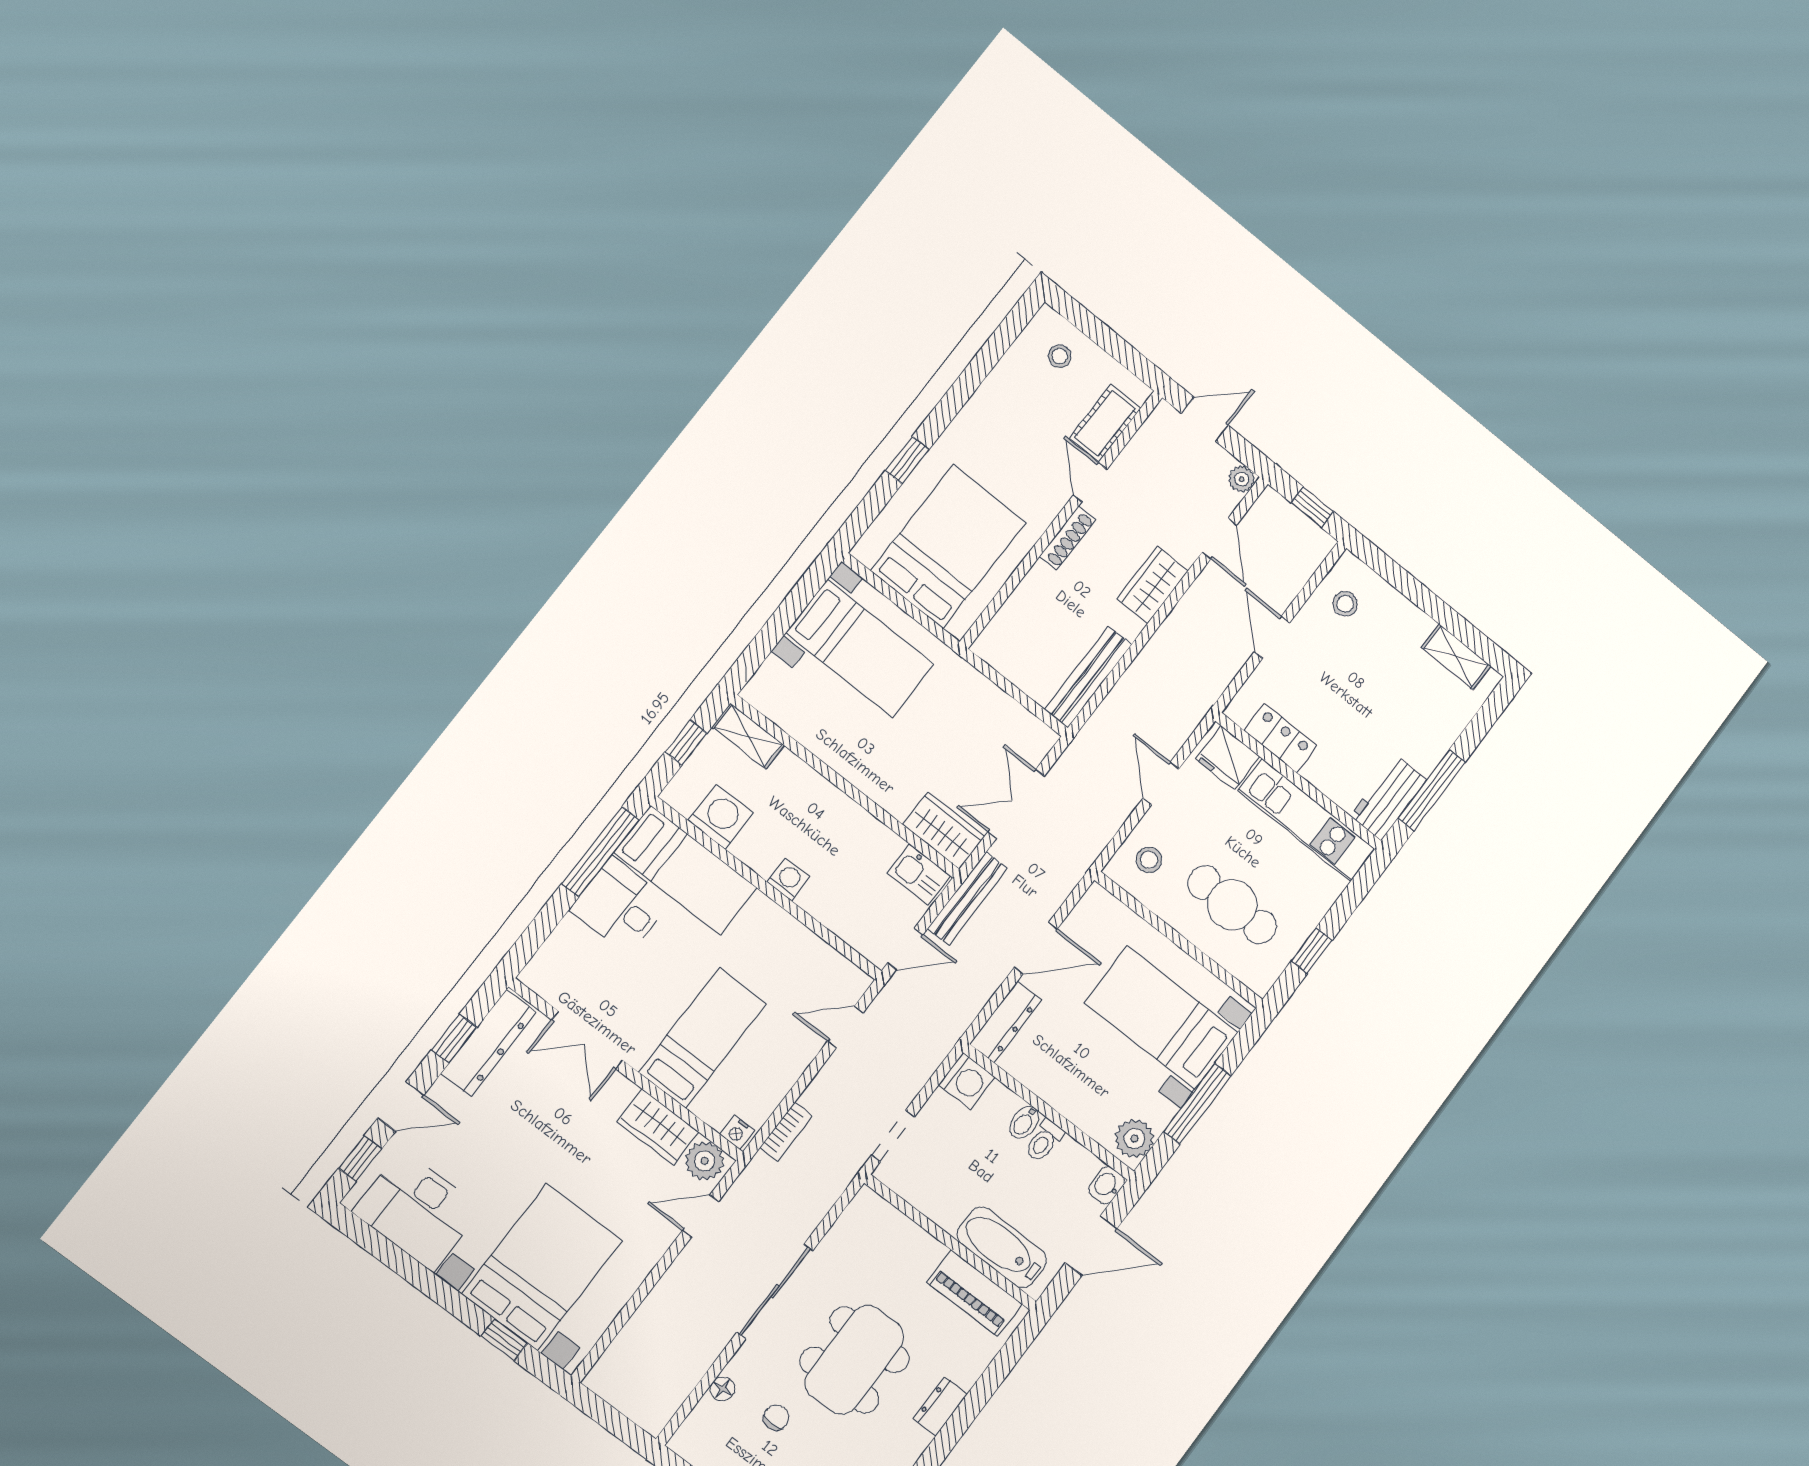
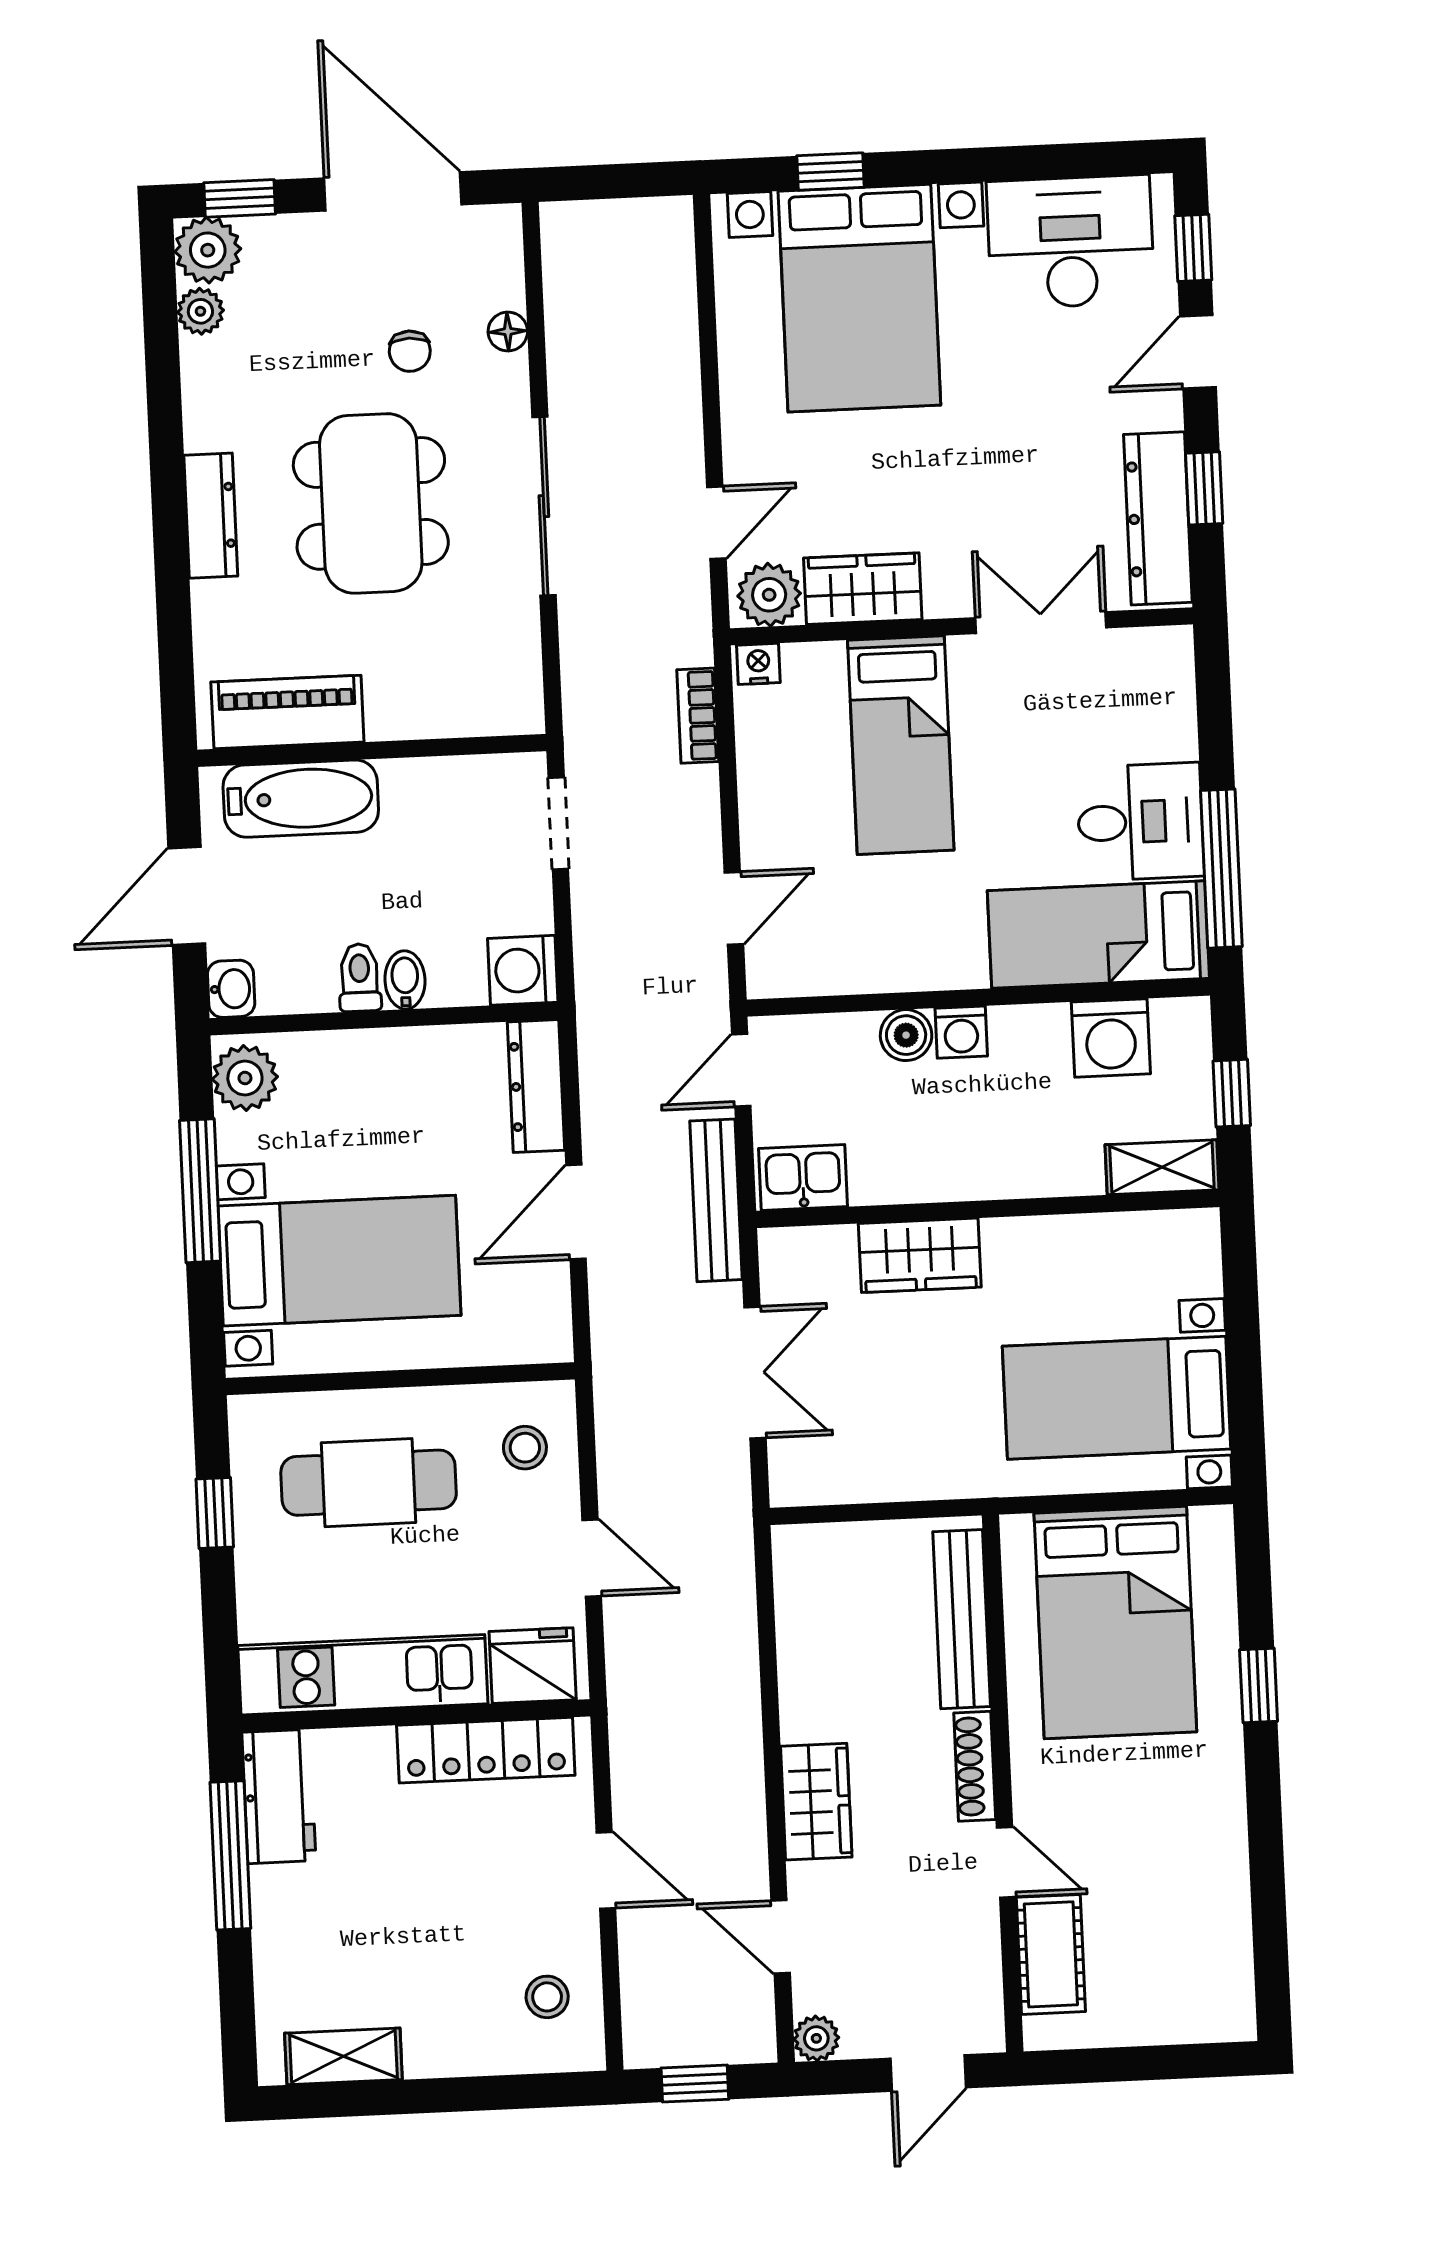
stool: (1060, 356) -> (1180, 1988), removed
bench: (1088, 677) -> (962, 1619), moved
locker: (1280, 738) -> (486, 1750), width x1.53
wardrobe: (944, 831) -> (920, 1255), moved
boiler: (815, 900) -> (906, 1035), added
dresser: (940, 1406) -> (211, 516), width x1.44

